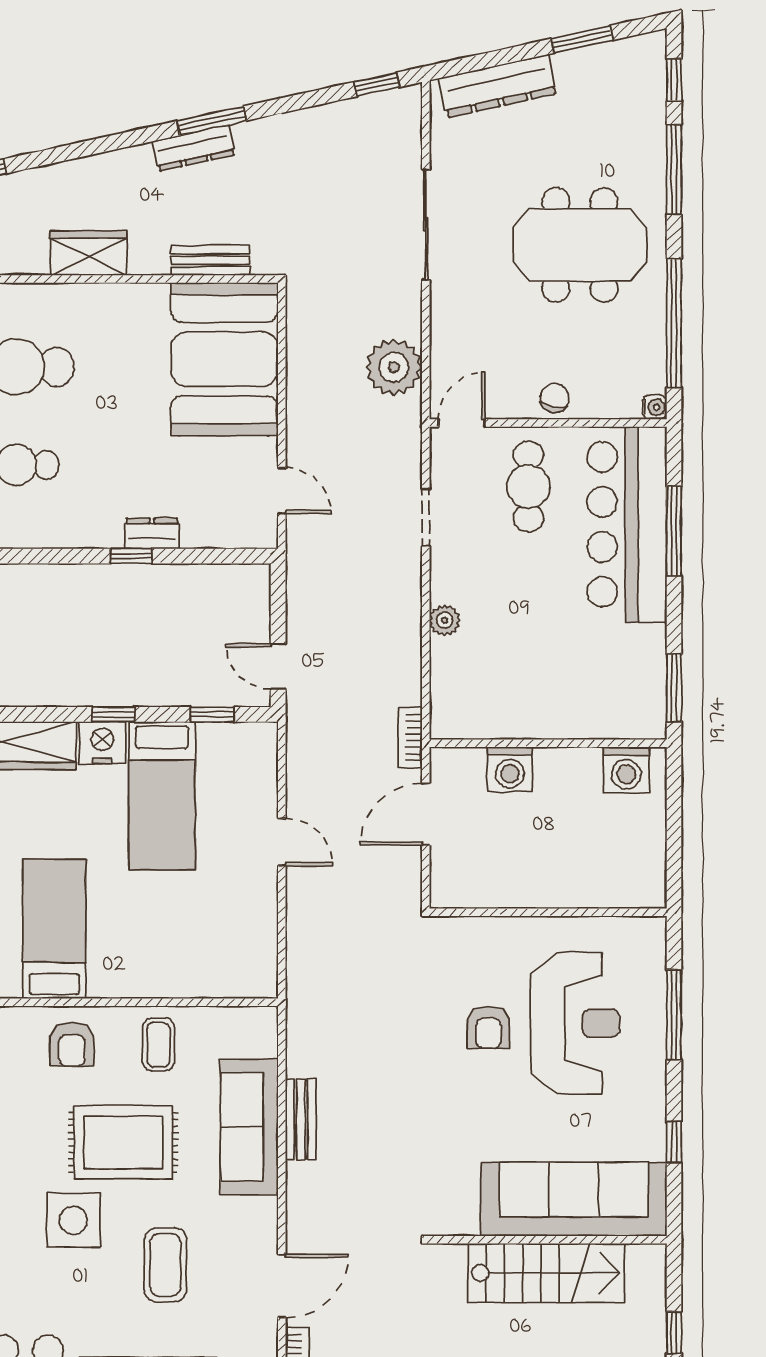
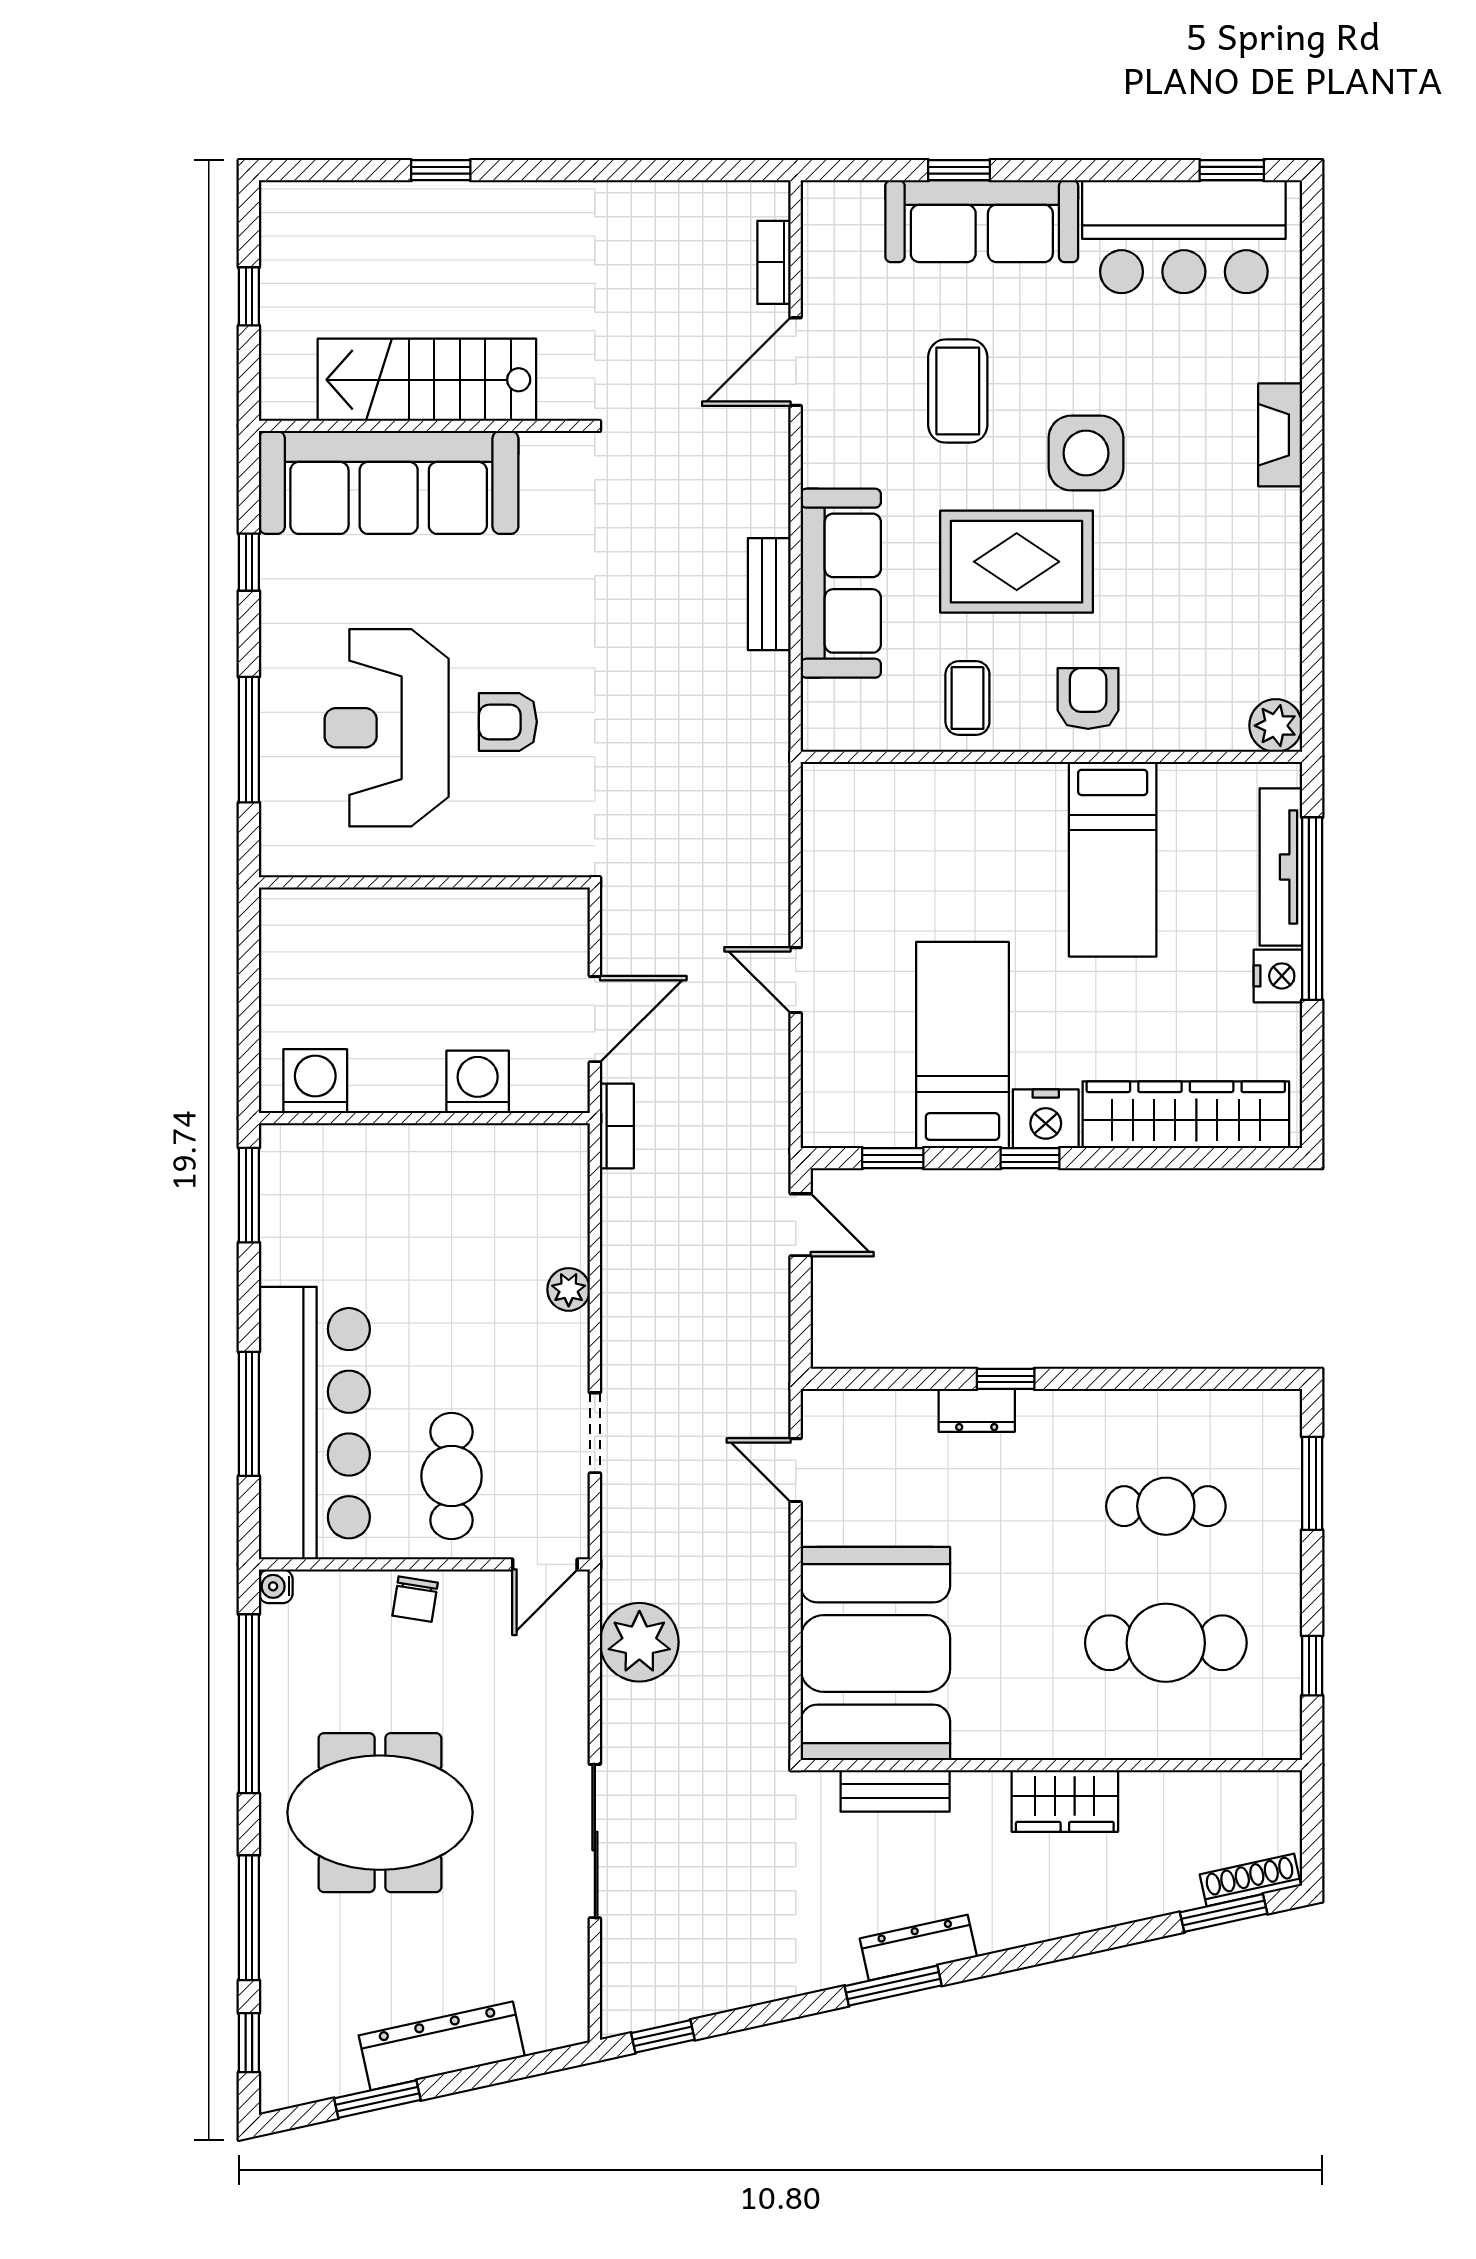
dresser: (498, 86) -> (442, 2046), moved
armchair: (488, 1027) -> (508, 722), turned -90

